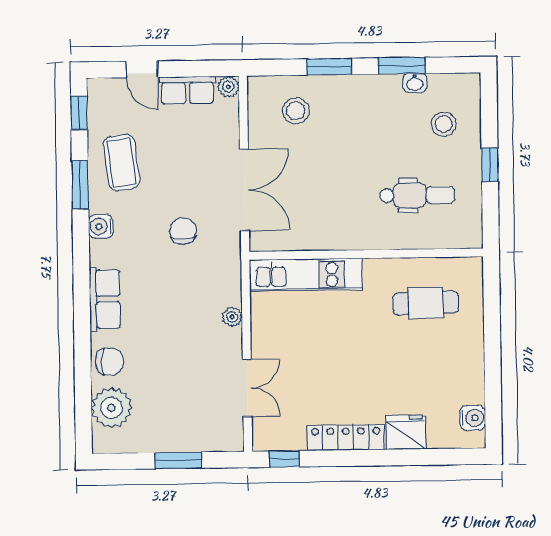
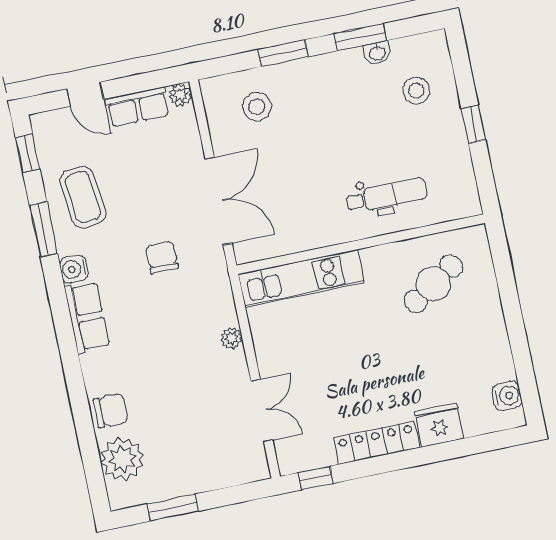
dental chair: (417, 195) -> (386, 196), moved
row of seats: (105, 299) -> (87, 317), moved
cafe table: (425, 303) -> (433, 284), turned -32
window: (178, 460) -> (173, 508), moved

